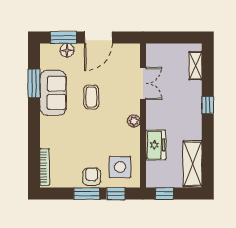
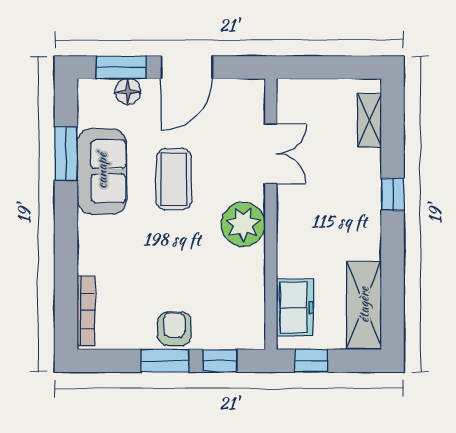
coffee table: (91, 97) -> (174, 179), width x1.36, depth x1.30
plant: (134, 121) -> (243, 224), width x1.88, depth x1.88
freezer: (156, 145) -> (295, 308), moved
side table: (120, 167) -> (228, 311), removed

